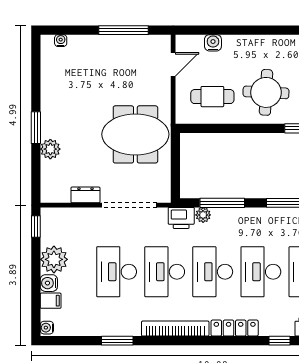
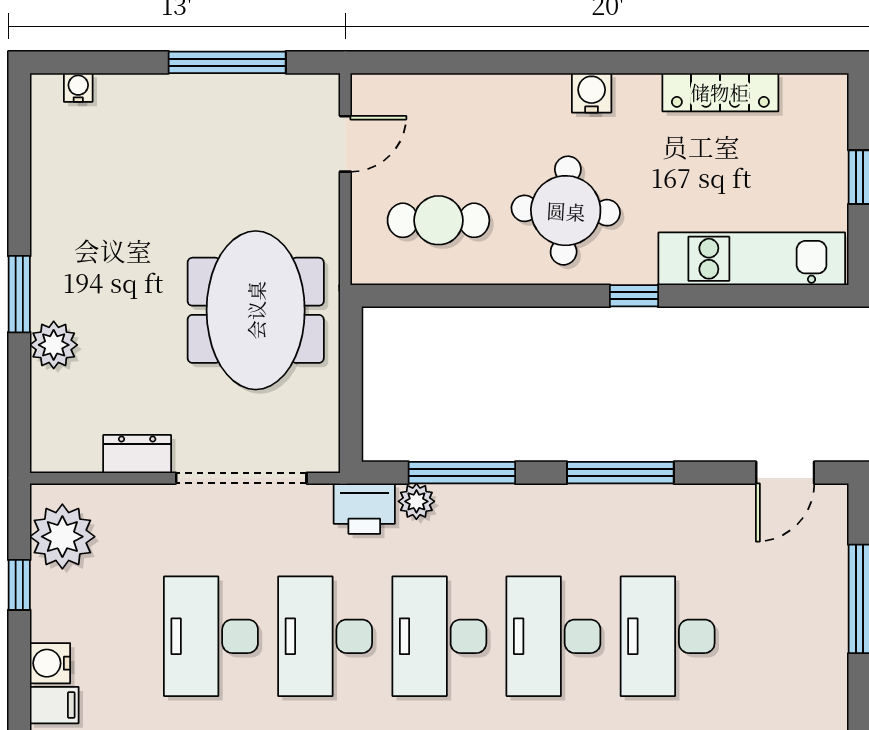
water cooler: (213, 43) -> (592, 93), moved
meeting table: (135, 134) -> (256, 310), turned 90
window: (36, 226) -> (19, 585), moved
plant: (54, 259) -> (62, 537), moved

